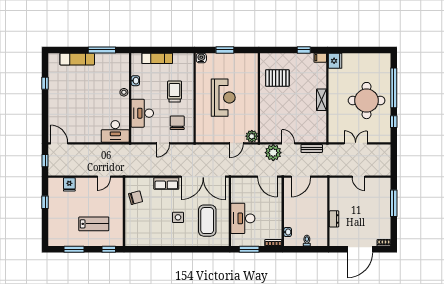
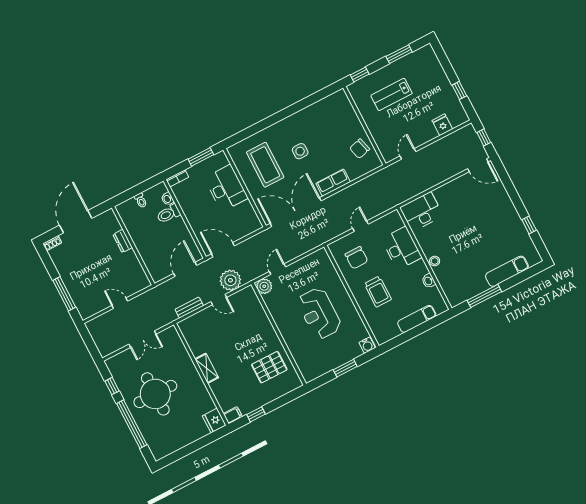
toilet: (292, 221) -> (168, 214), added

